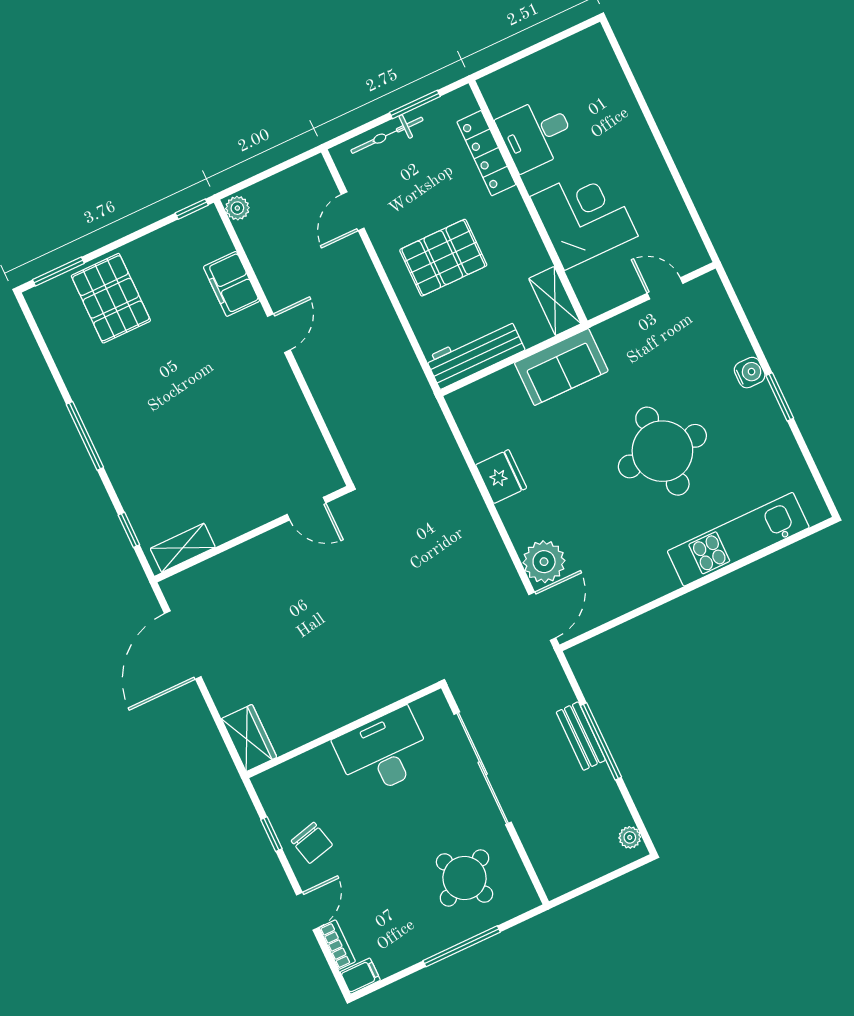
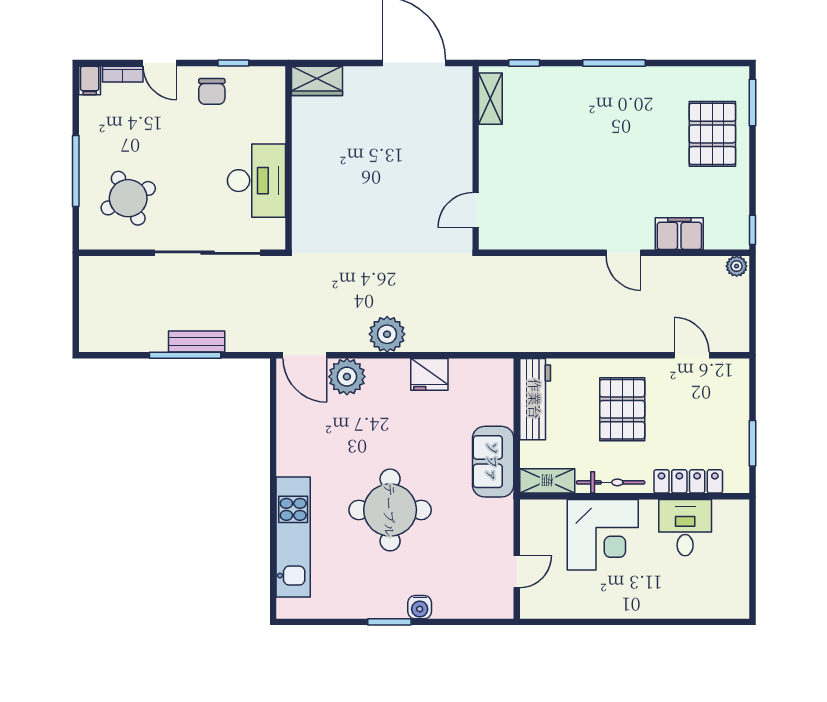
bicycle: (387, 135) -> (611, 482), moved, turned 90
pallet: (111, 298) -> (712, 134), turned 90
plant: (630, 837) -> (387, 334), moved, width x1.88, depth x1.88
chair: (312, 843) -> (212, 91), turned -76

